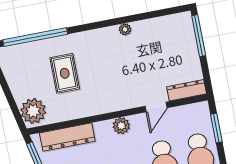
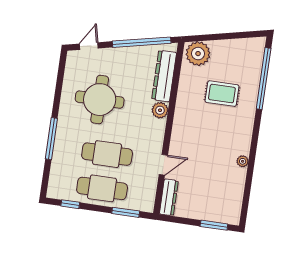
window: (199, 36) -> (214, 225), width x0.69
door: (156, 107) -> (163, 165), swing flipped
plant: (121, 126) -> (160, 110), moved

